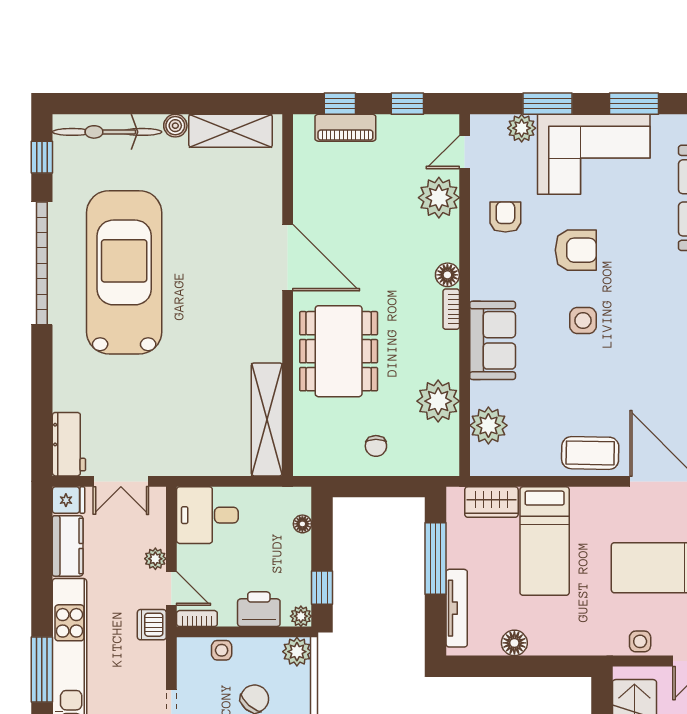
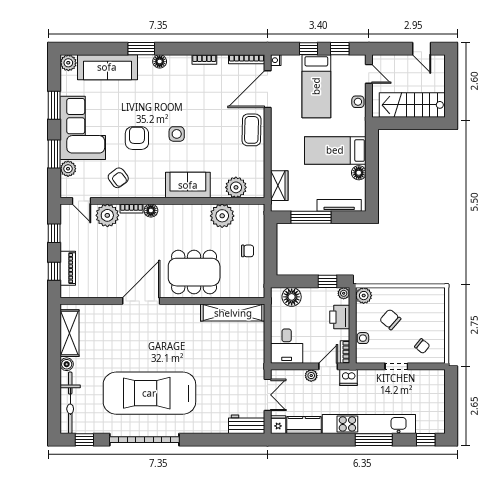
armchair: (505, 217) -> (118, 178), turned -127
bookcase: (451, 309) -> (131, 208), moved
floor lamp: (302, 524) -> (292, 297), width x1.89, depth x1.89
bed: (545, 541) -> (335, 150), moved, turned 180

